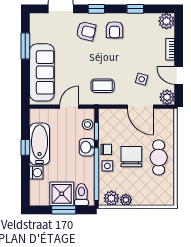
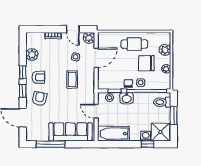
window: (135, 9) -> (23, 72), moved
plant: (166, 21) -> (32, 55), moved
window: (25, 46) -> (51, 144), width x1.44
door: (179, 76) -> (73, 29), hinge flipped
coffee table: (103, 86) -> (72, 79), moved
bathtub: (40, 144) -> (113, 134), moved
window: (25, 147) -> (148, 144), moved
chair: (131, 157) -> (146, 63), moved
shower: (62, 194) -> (160, 132), moved
plant: (111, 198) -> (165, 50), moved

